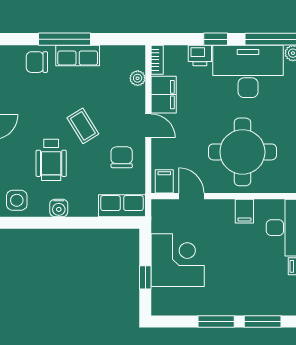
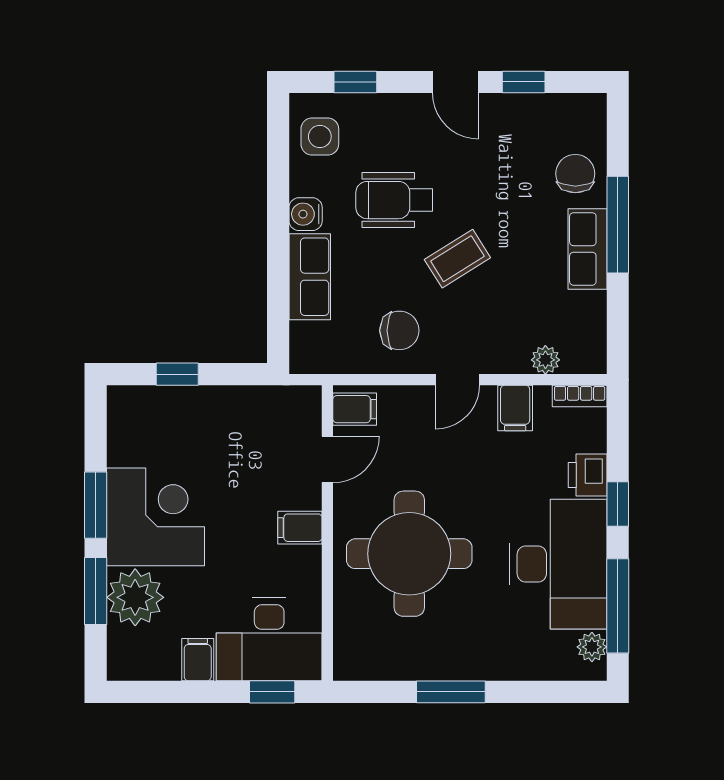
filing cabinet: (164, 95) -> (515, 408), width x0.50
row of seats: (122, 206) -> (310, 277), moved
filing cabinet: (244, 211) -> (300, 528), moved
corner desk: (178, 260) -> (155, 517), moved, turned -90
plant: (266, 300) -> (135, 597), added

